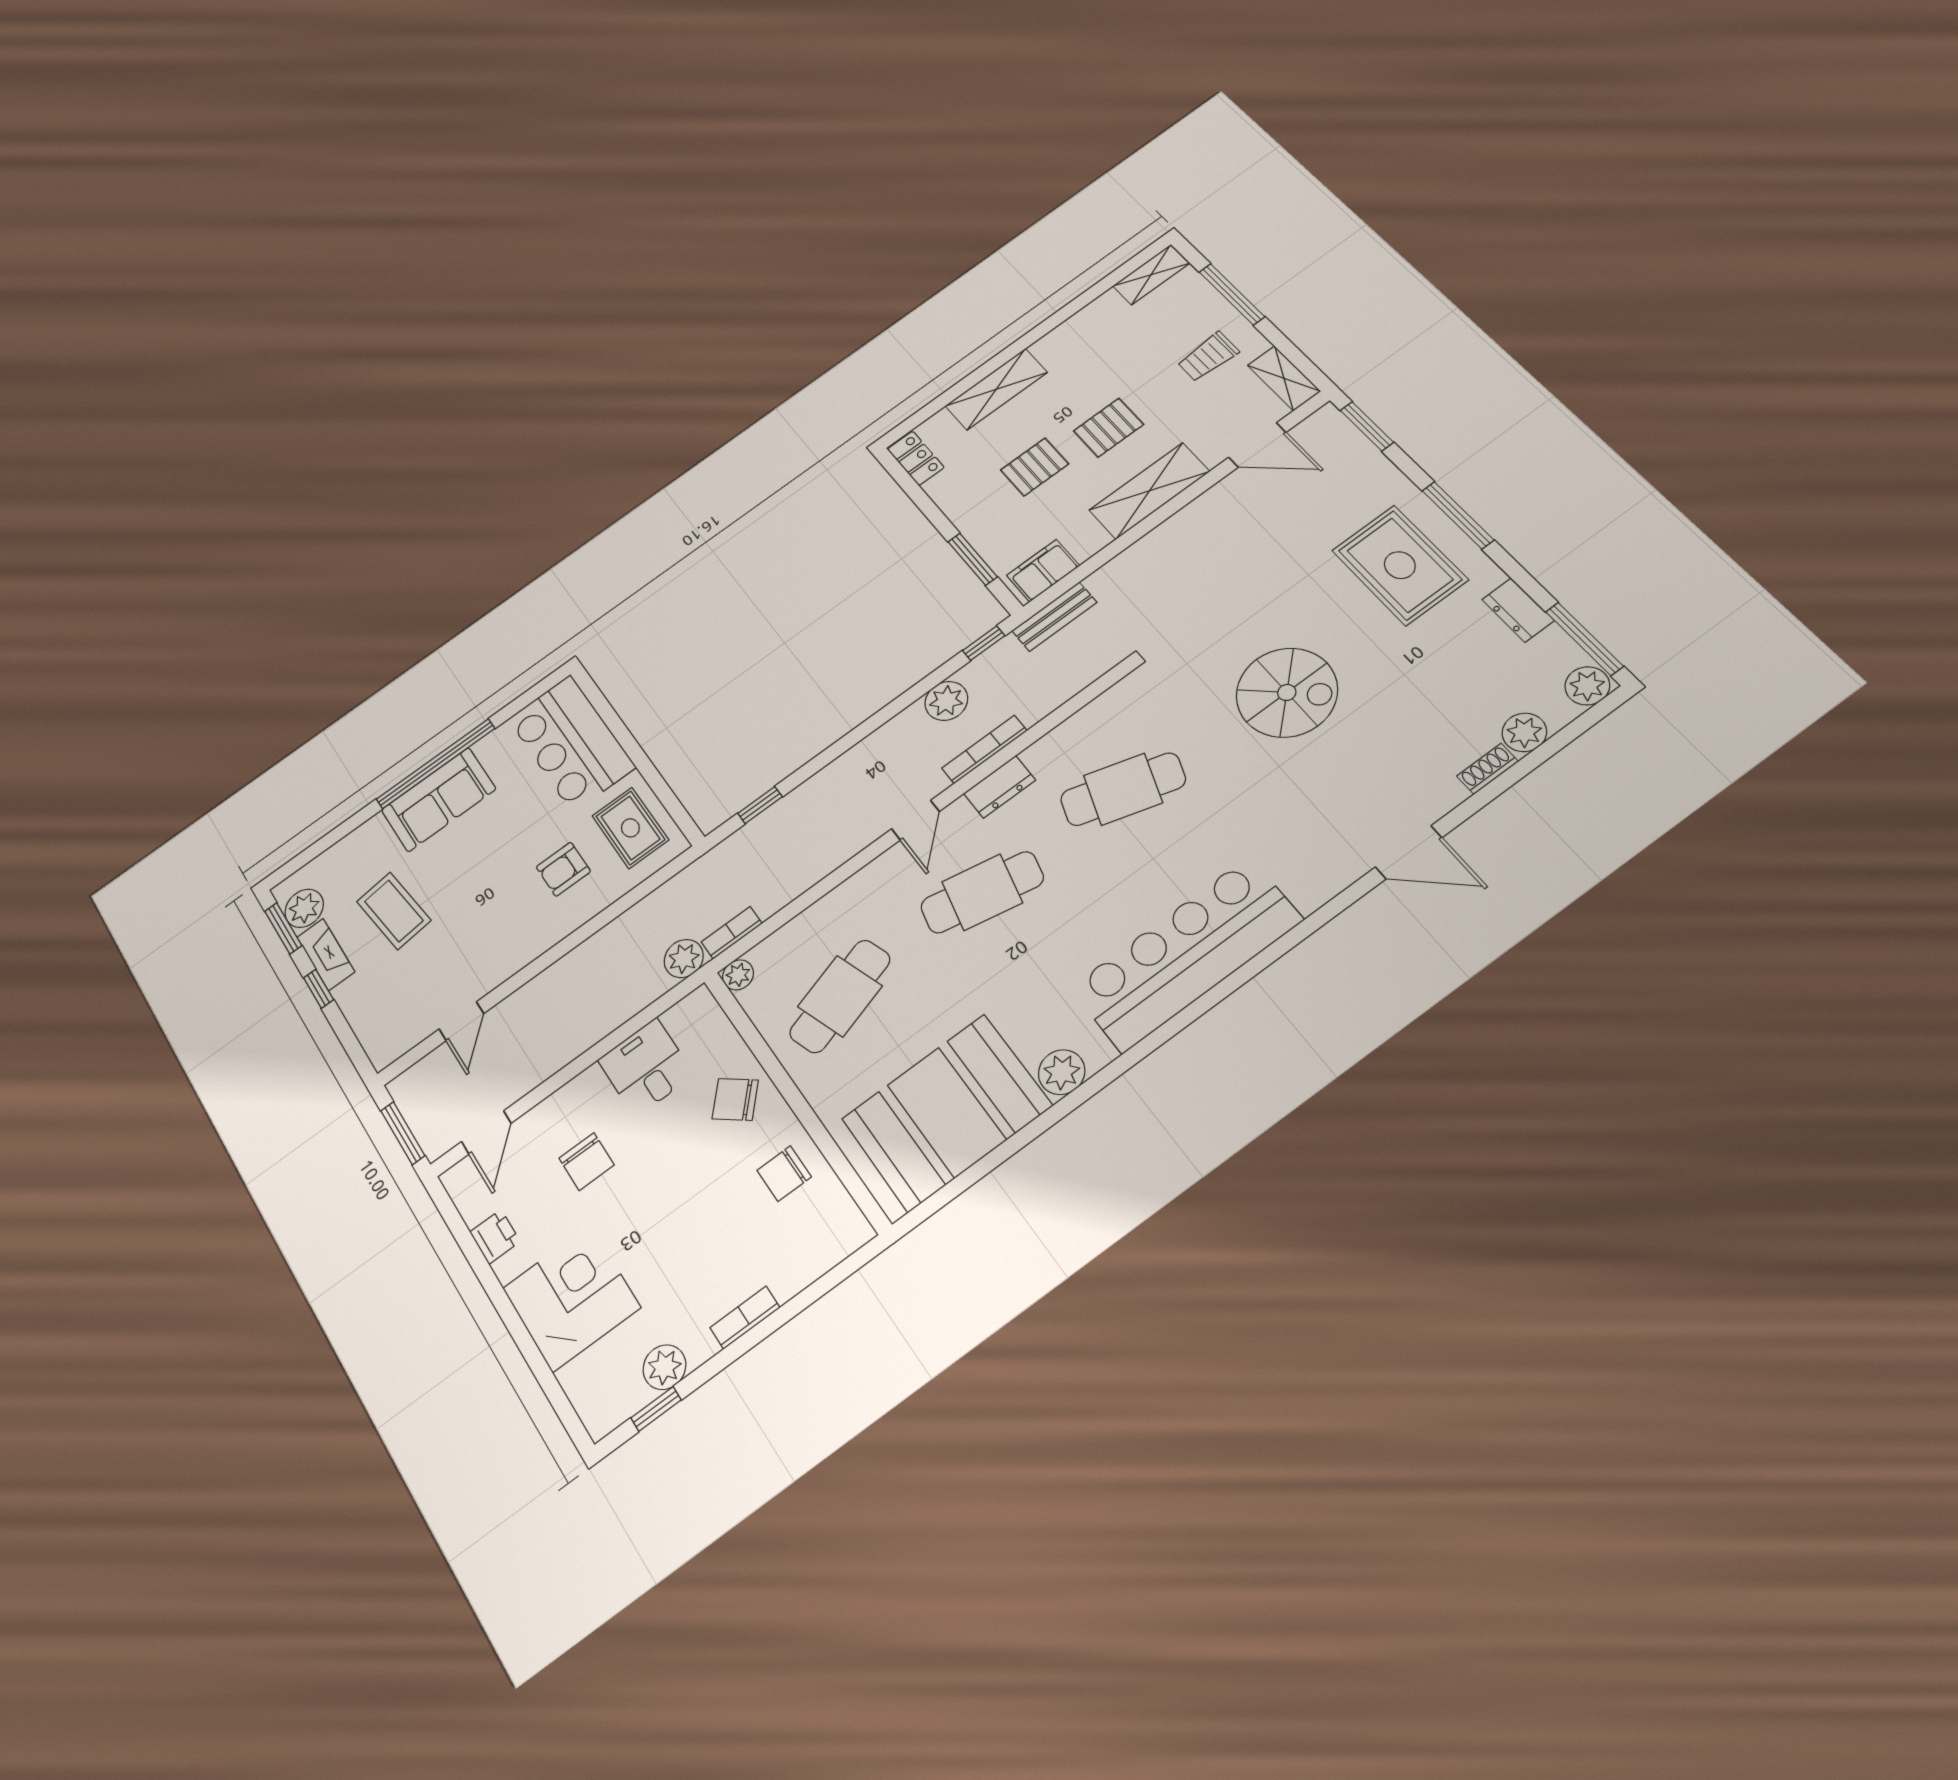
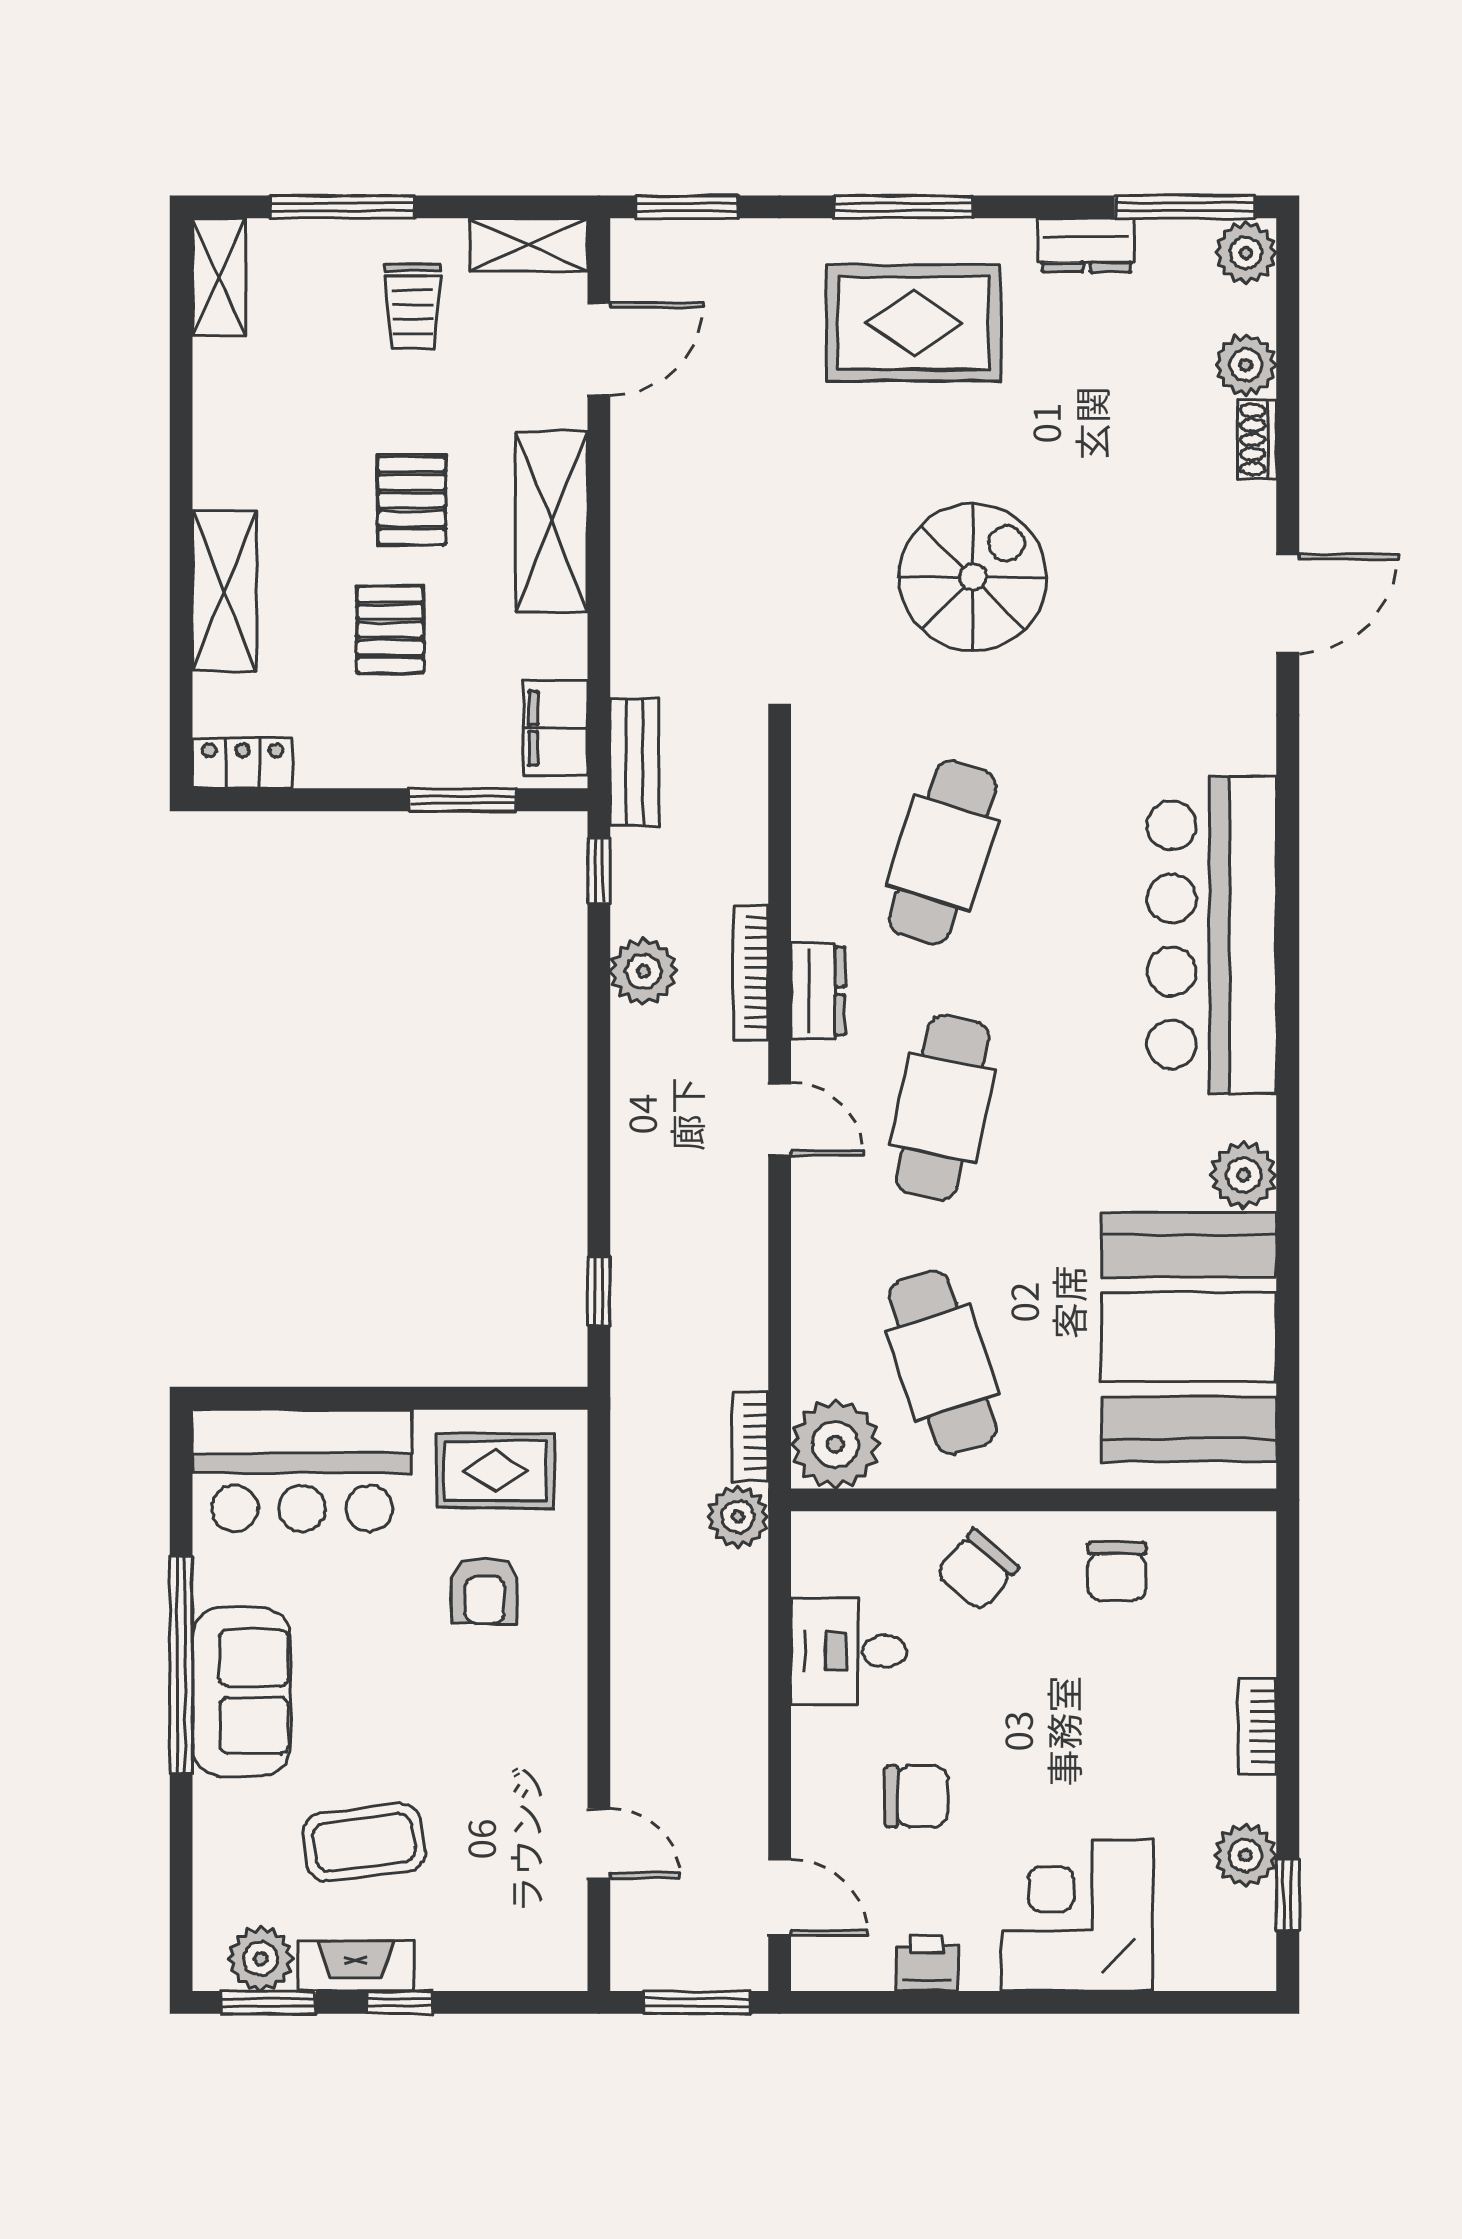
plant: (738, 975) -> (835, 1444), width x1.88, depth x1.88

